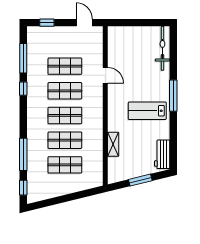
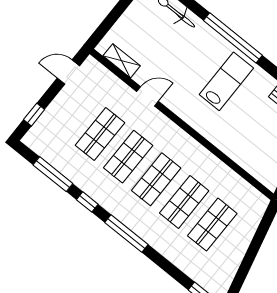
window: (173, 96) -> (233, 38), width x1.46
lab bench: (147, 111) -> (226, 81), turned 180
shelving: (113, 144) -> (122, 61), moved
window: (23, 154) -> (126, 233), moved

